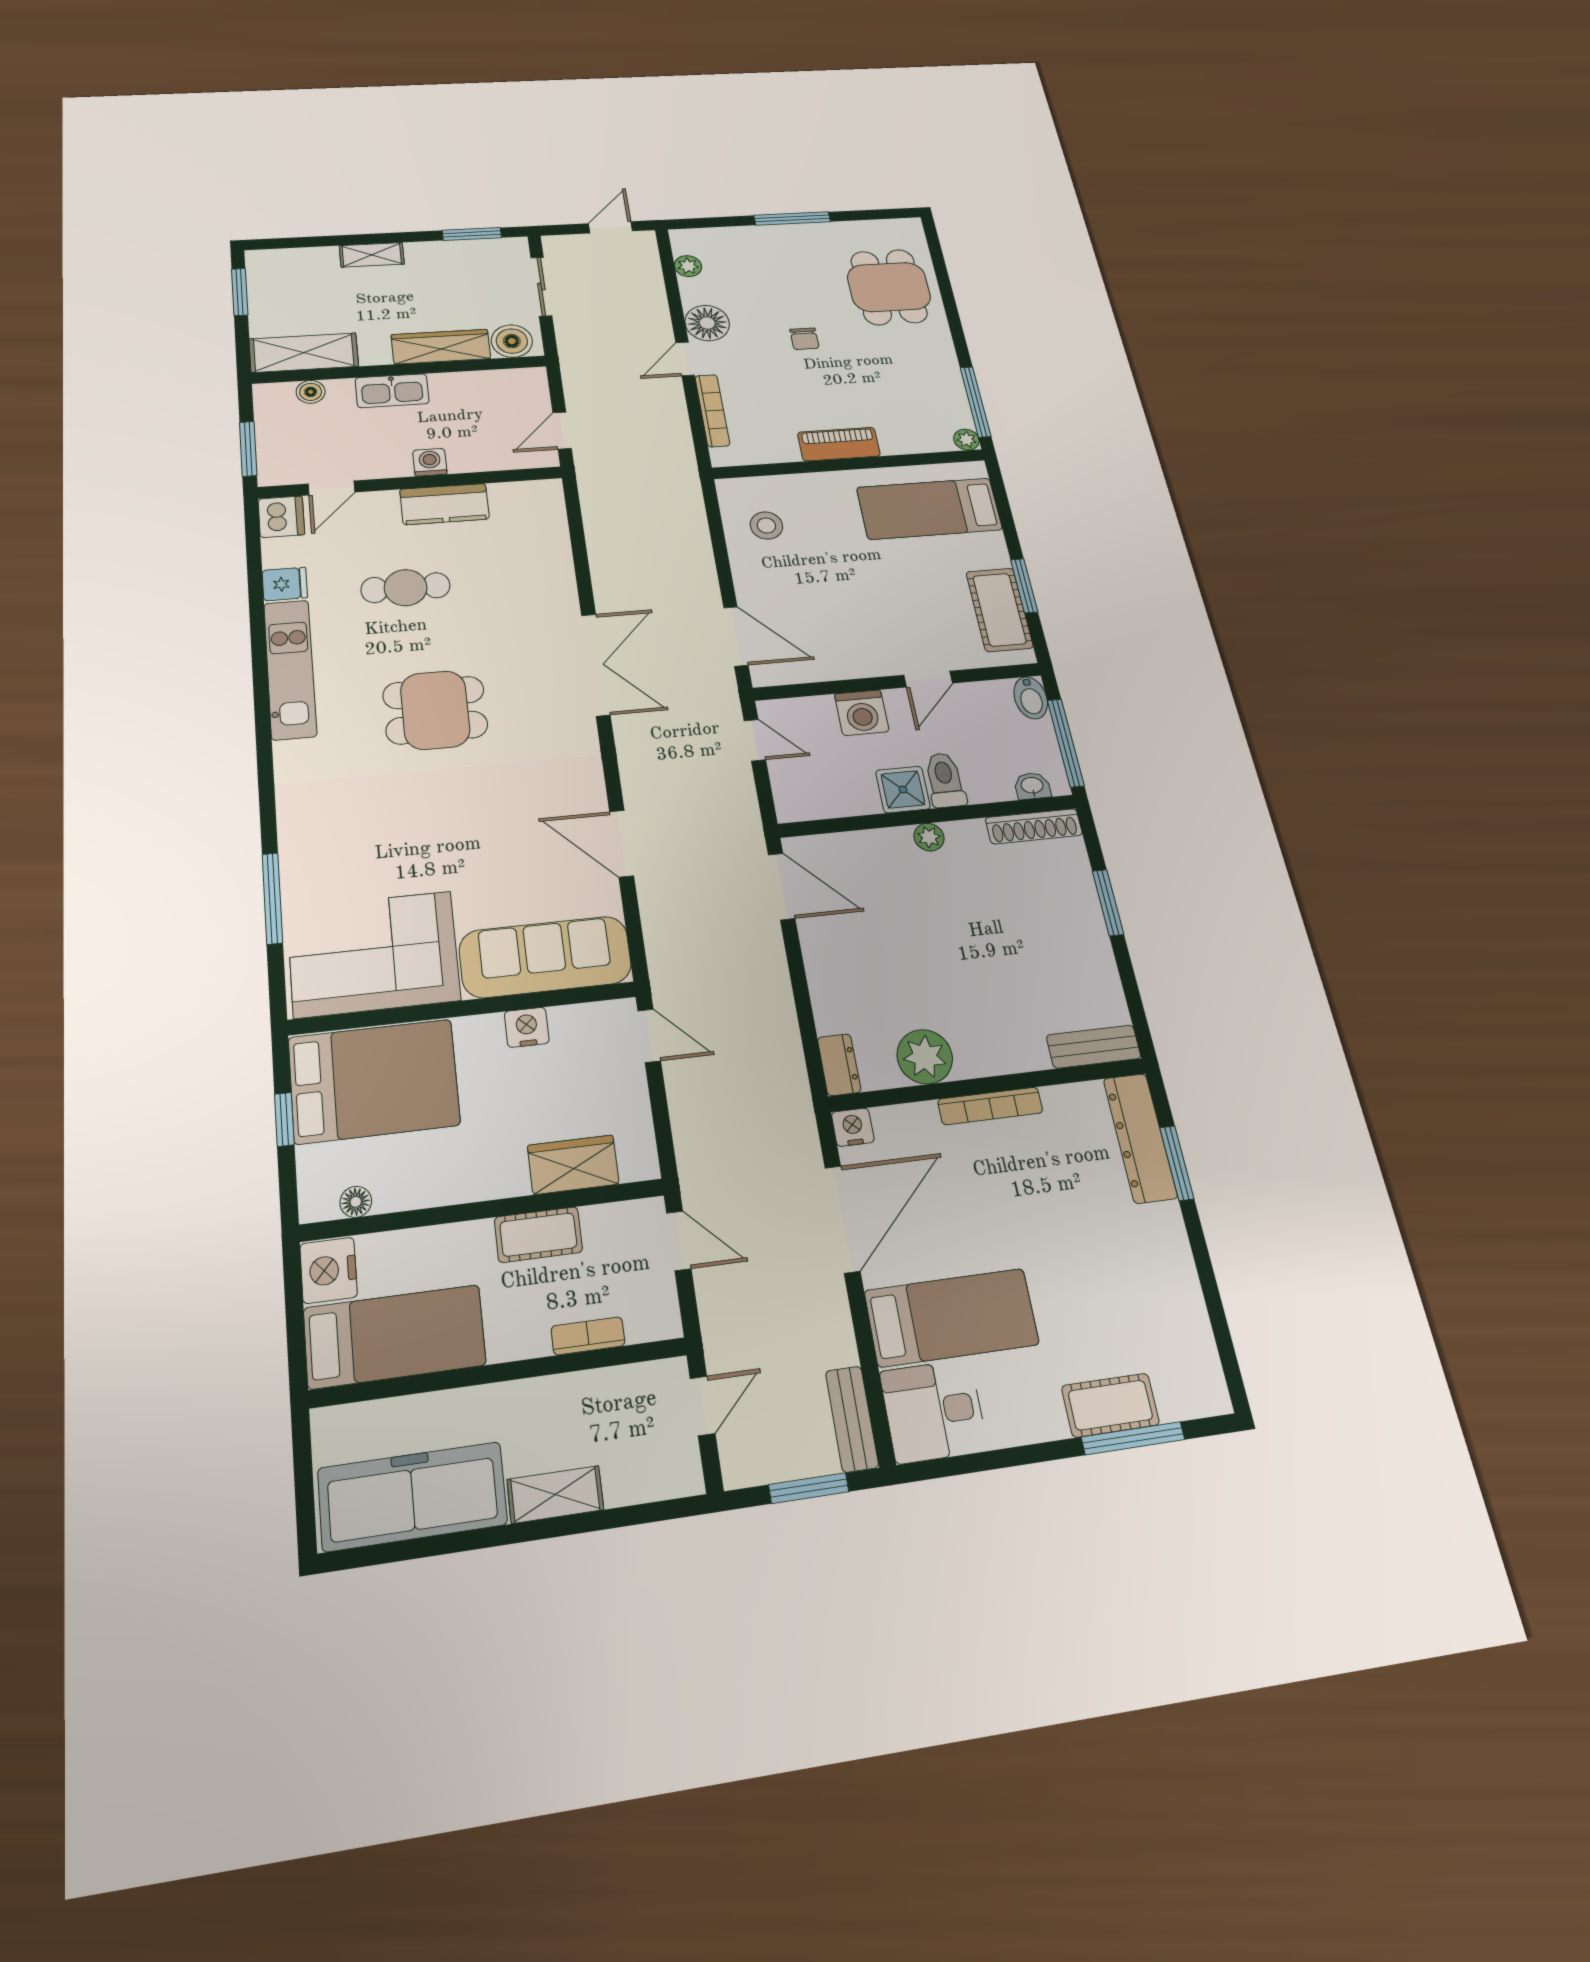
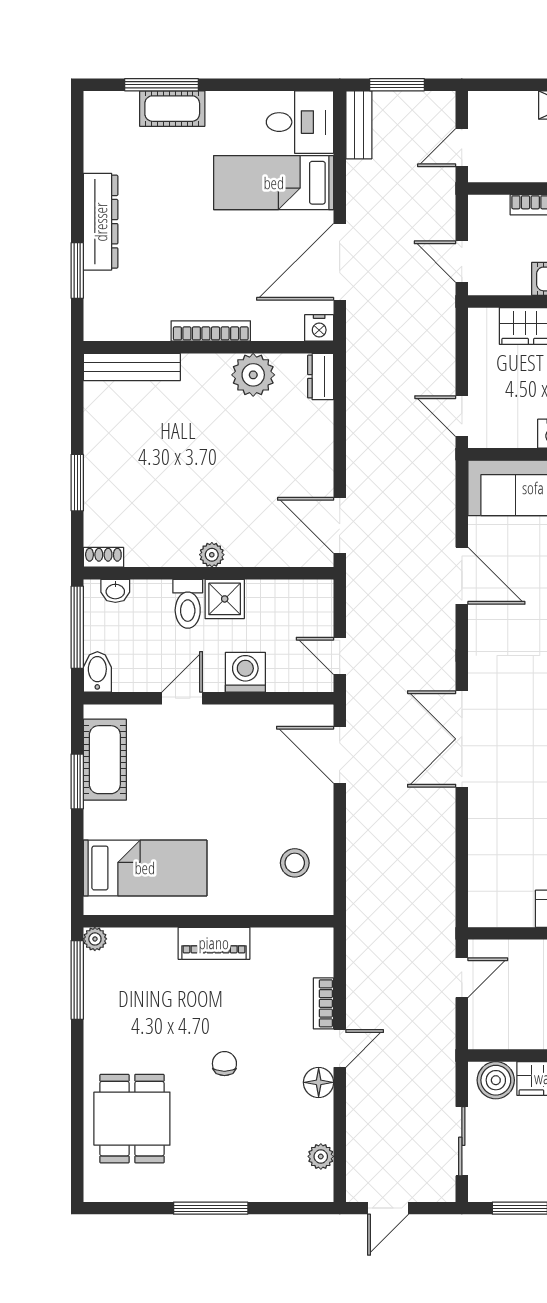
floor lamp: (707, 323) -> (319, 1082), width x0.73, depth x0.73
bookcase: (712, 411) -> (323, 1003), width x0.64
shoe rack: (1034, 826) -> (103, 557), width x0.51, depth x0.81
bench: (1094, 1047) -> (132, 367), width x1.36
dresser: (1140, 1138) -> (101, 222), moved

